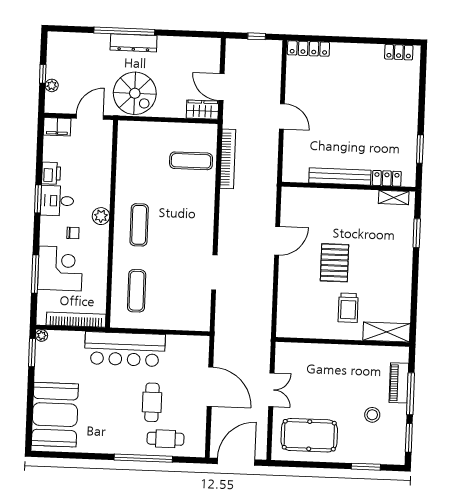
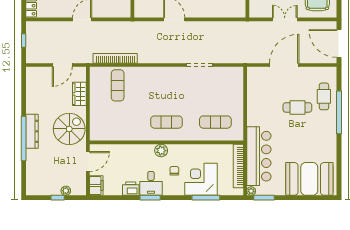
wardrobe: (202, 110) -> (79, 94), moved
door: (90, 117) -> (88, 162), swing flipped
bar counter: (125, 349) -> (259, 156), moved

